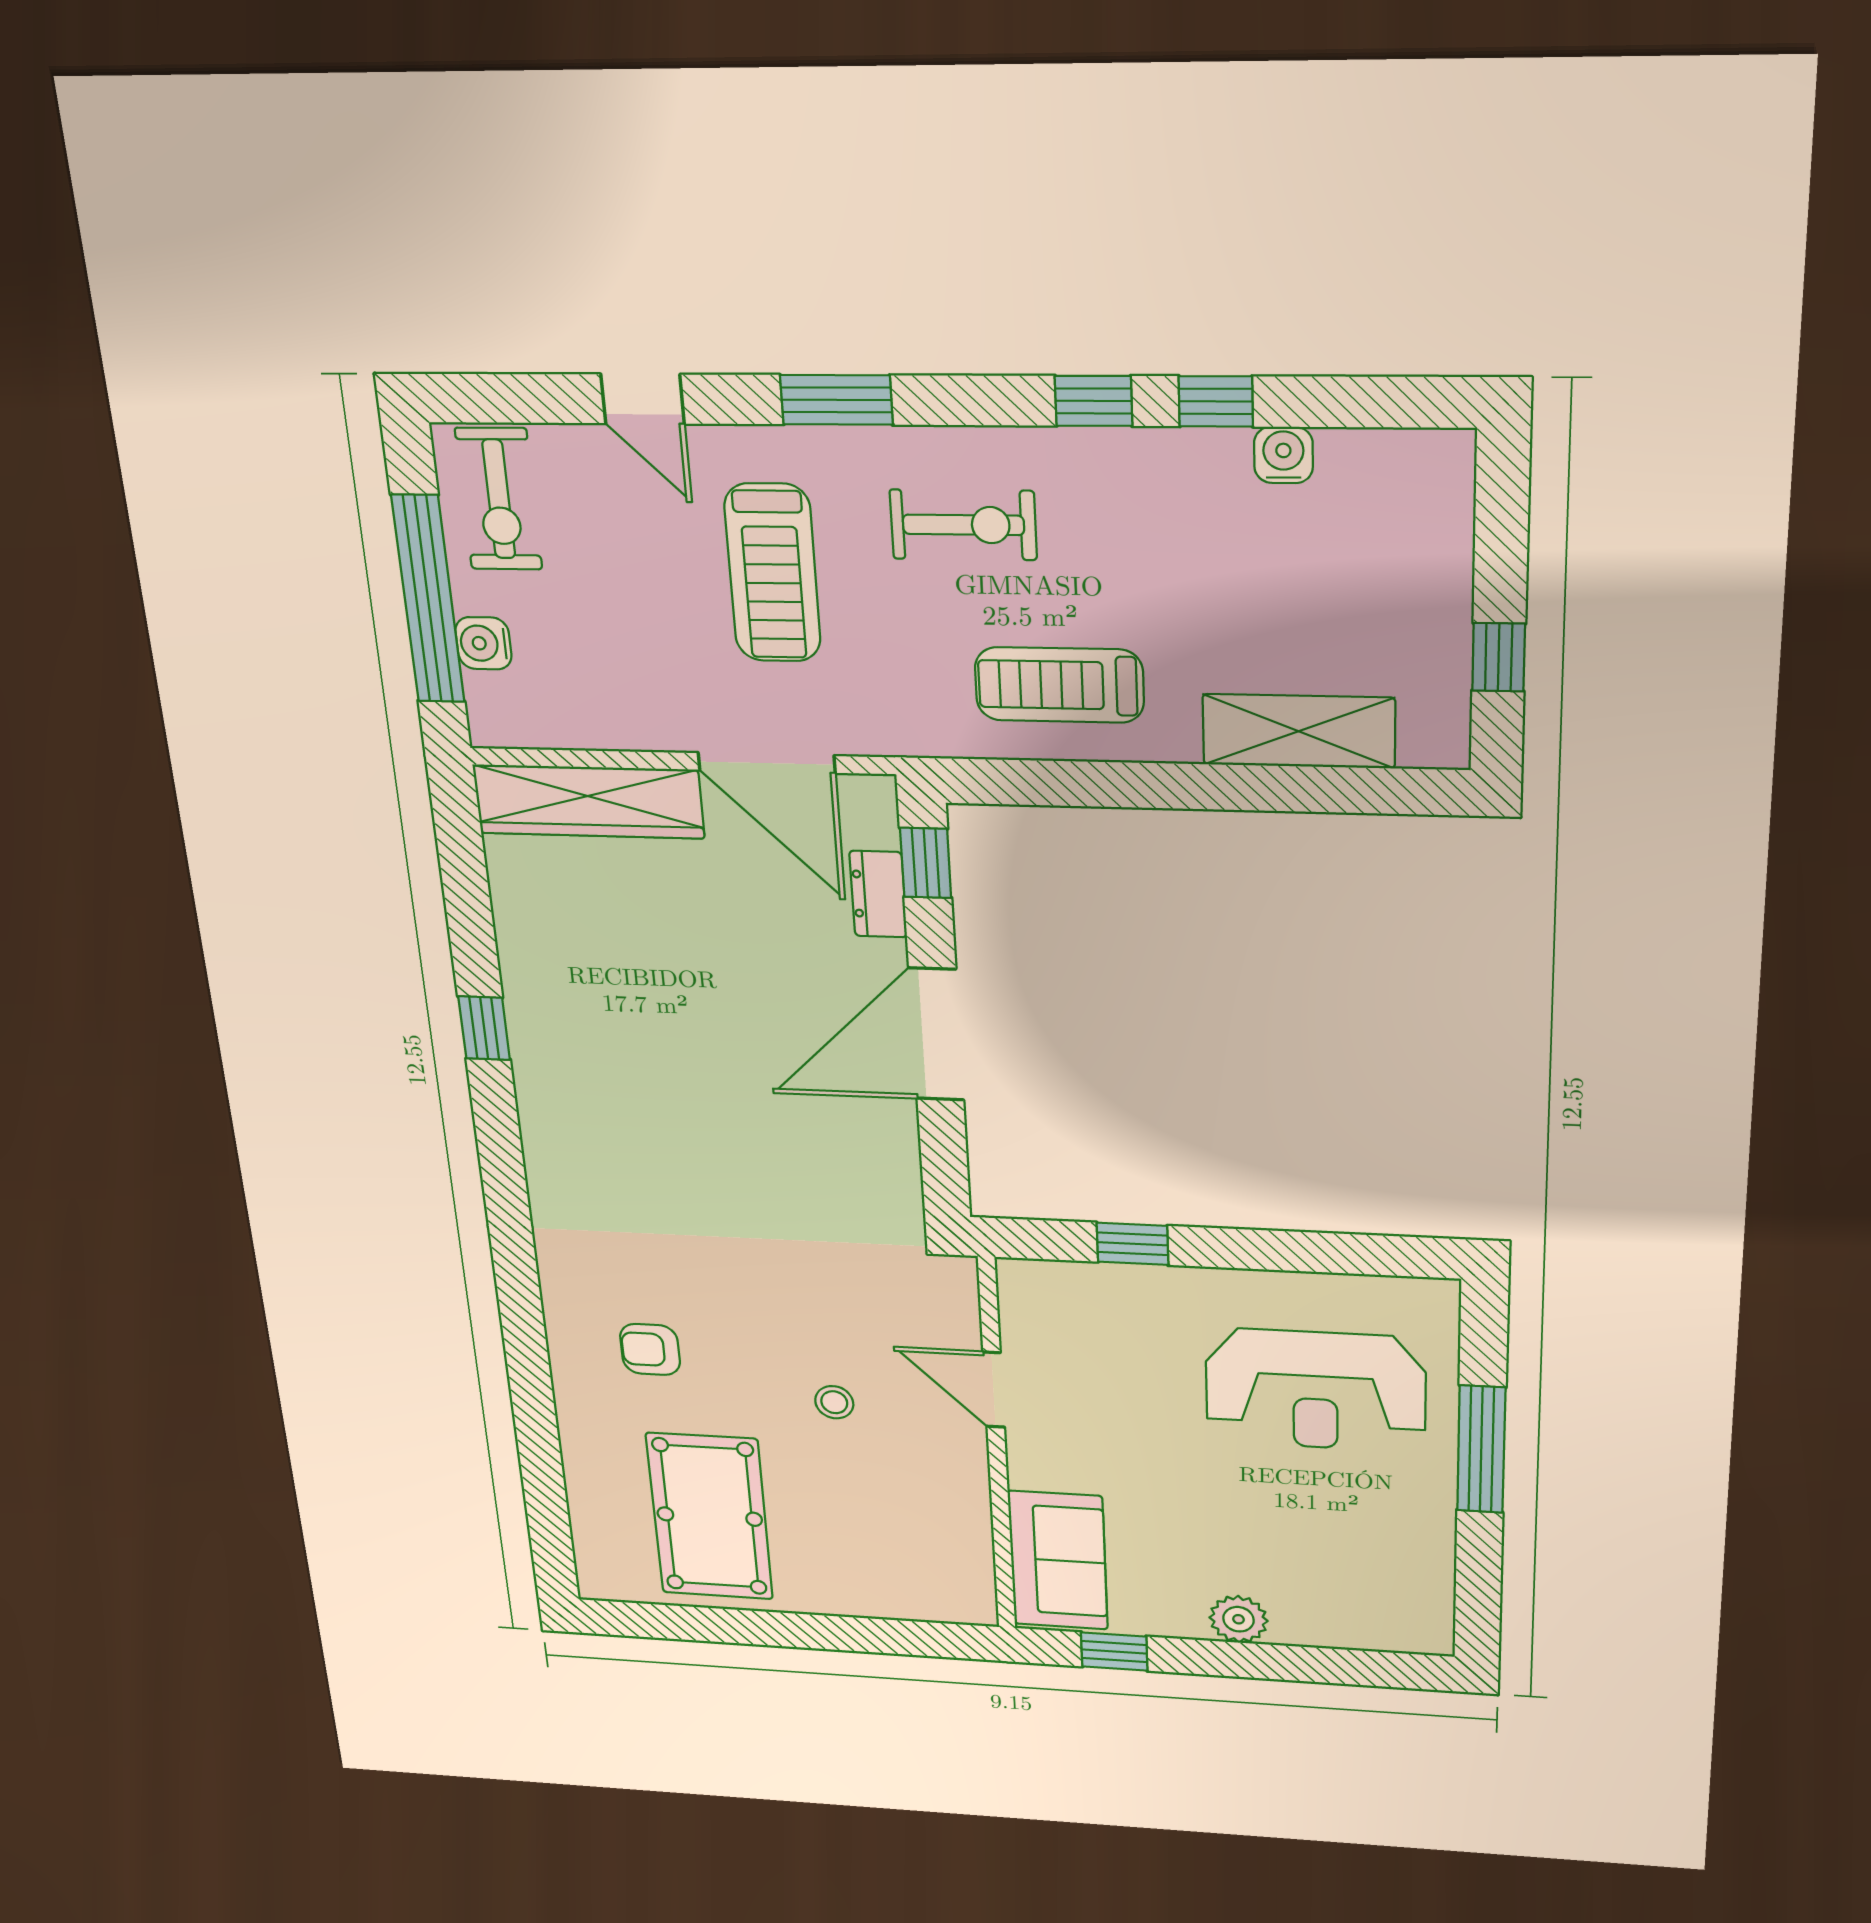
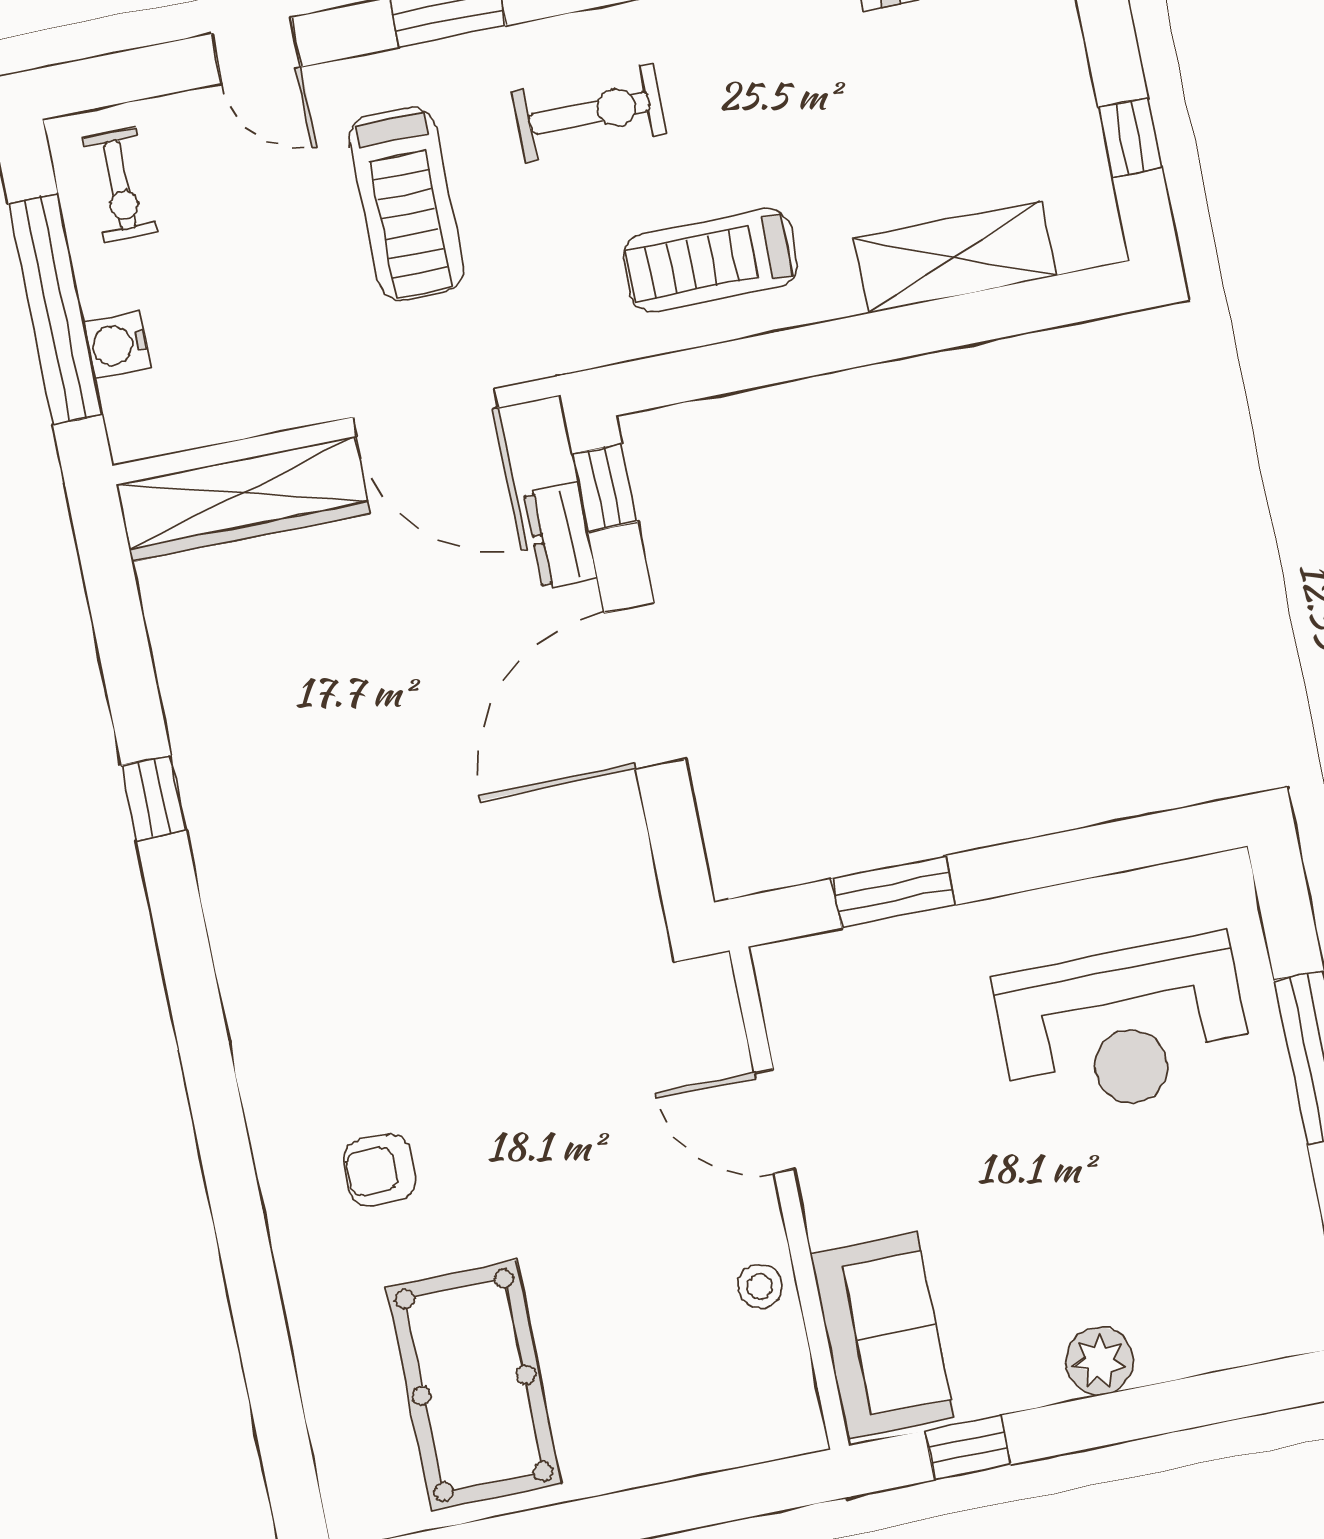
exercise bike: (499, 499) -> (120, 185), width x0.73, depth x0.72
window: (1132, 1244) -> (894, 892), width x1.50
stool: (834, 1402) -> (760, 1287), moved

